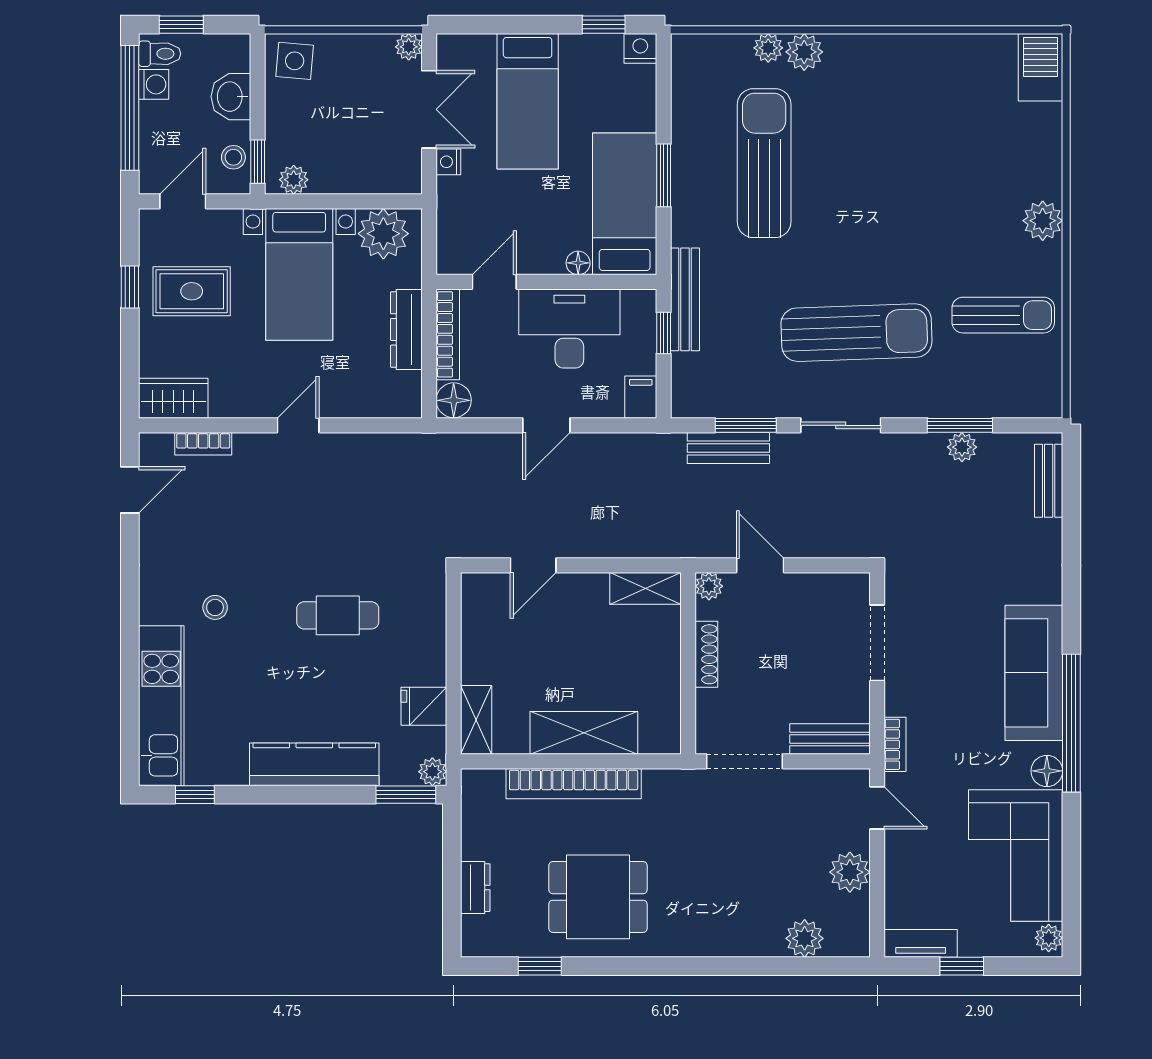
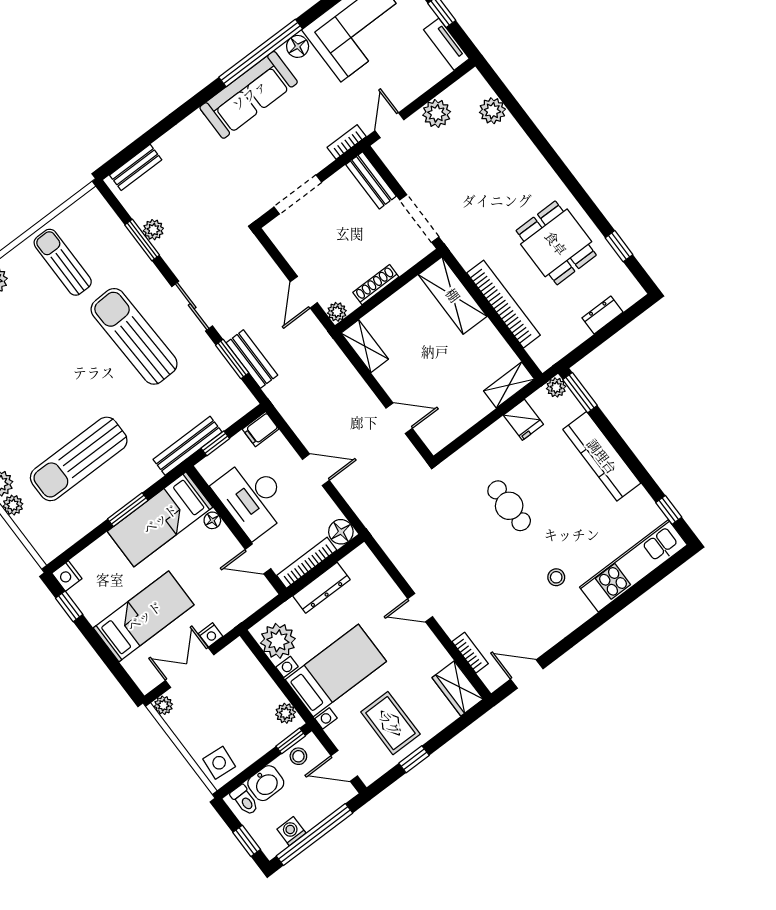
toilet: (160, 54) -> (245, 800), moved, turned 180
shelving: (584, 733) -> (453, 295), moved

